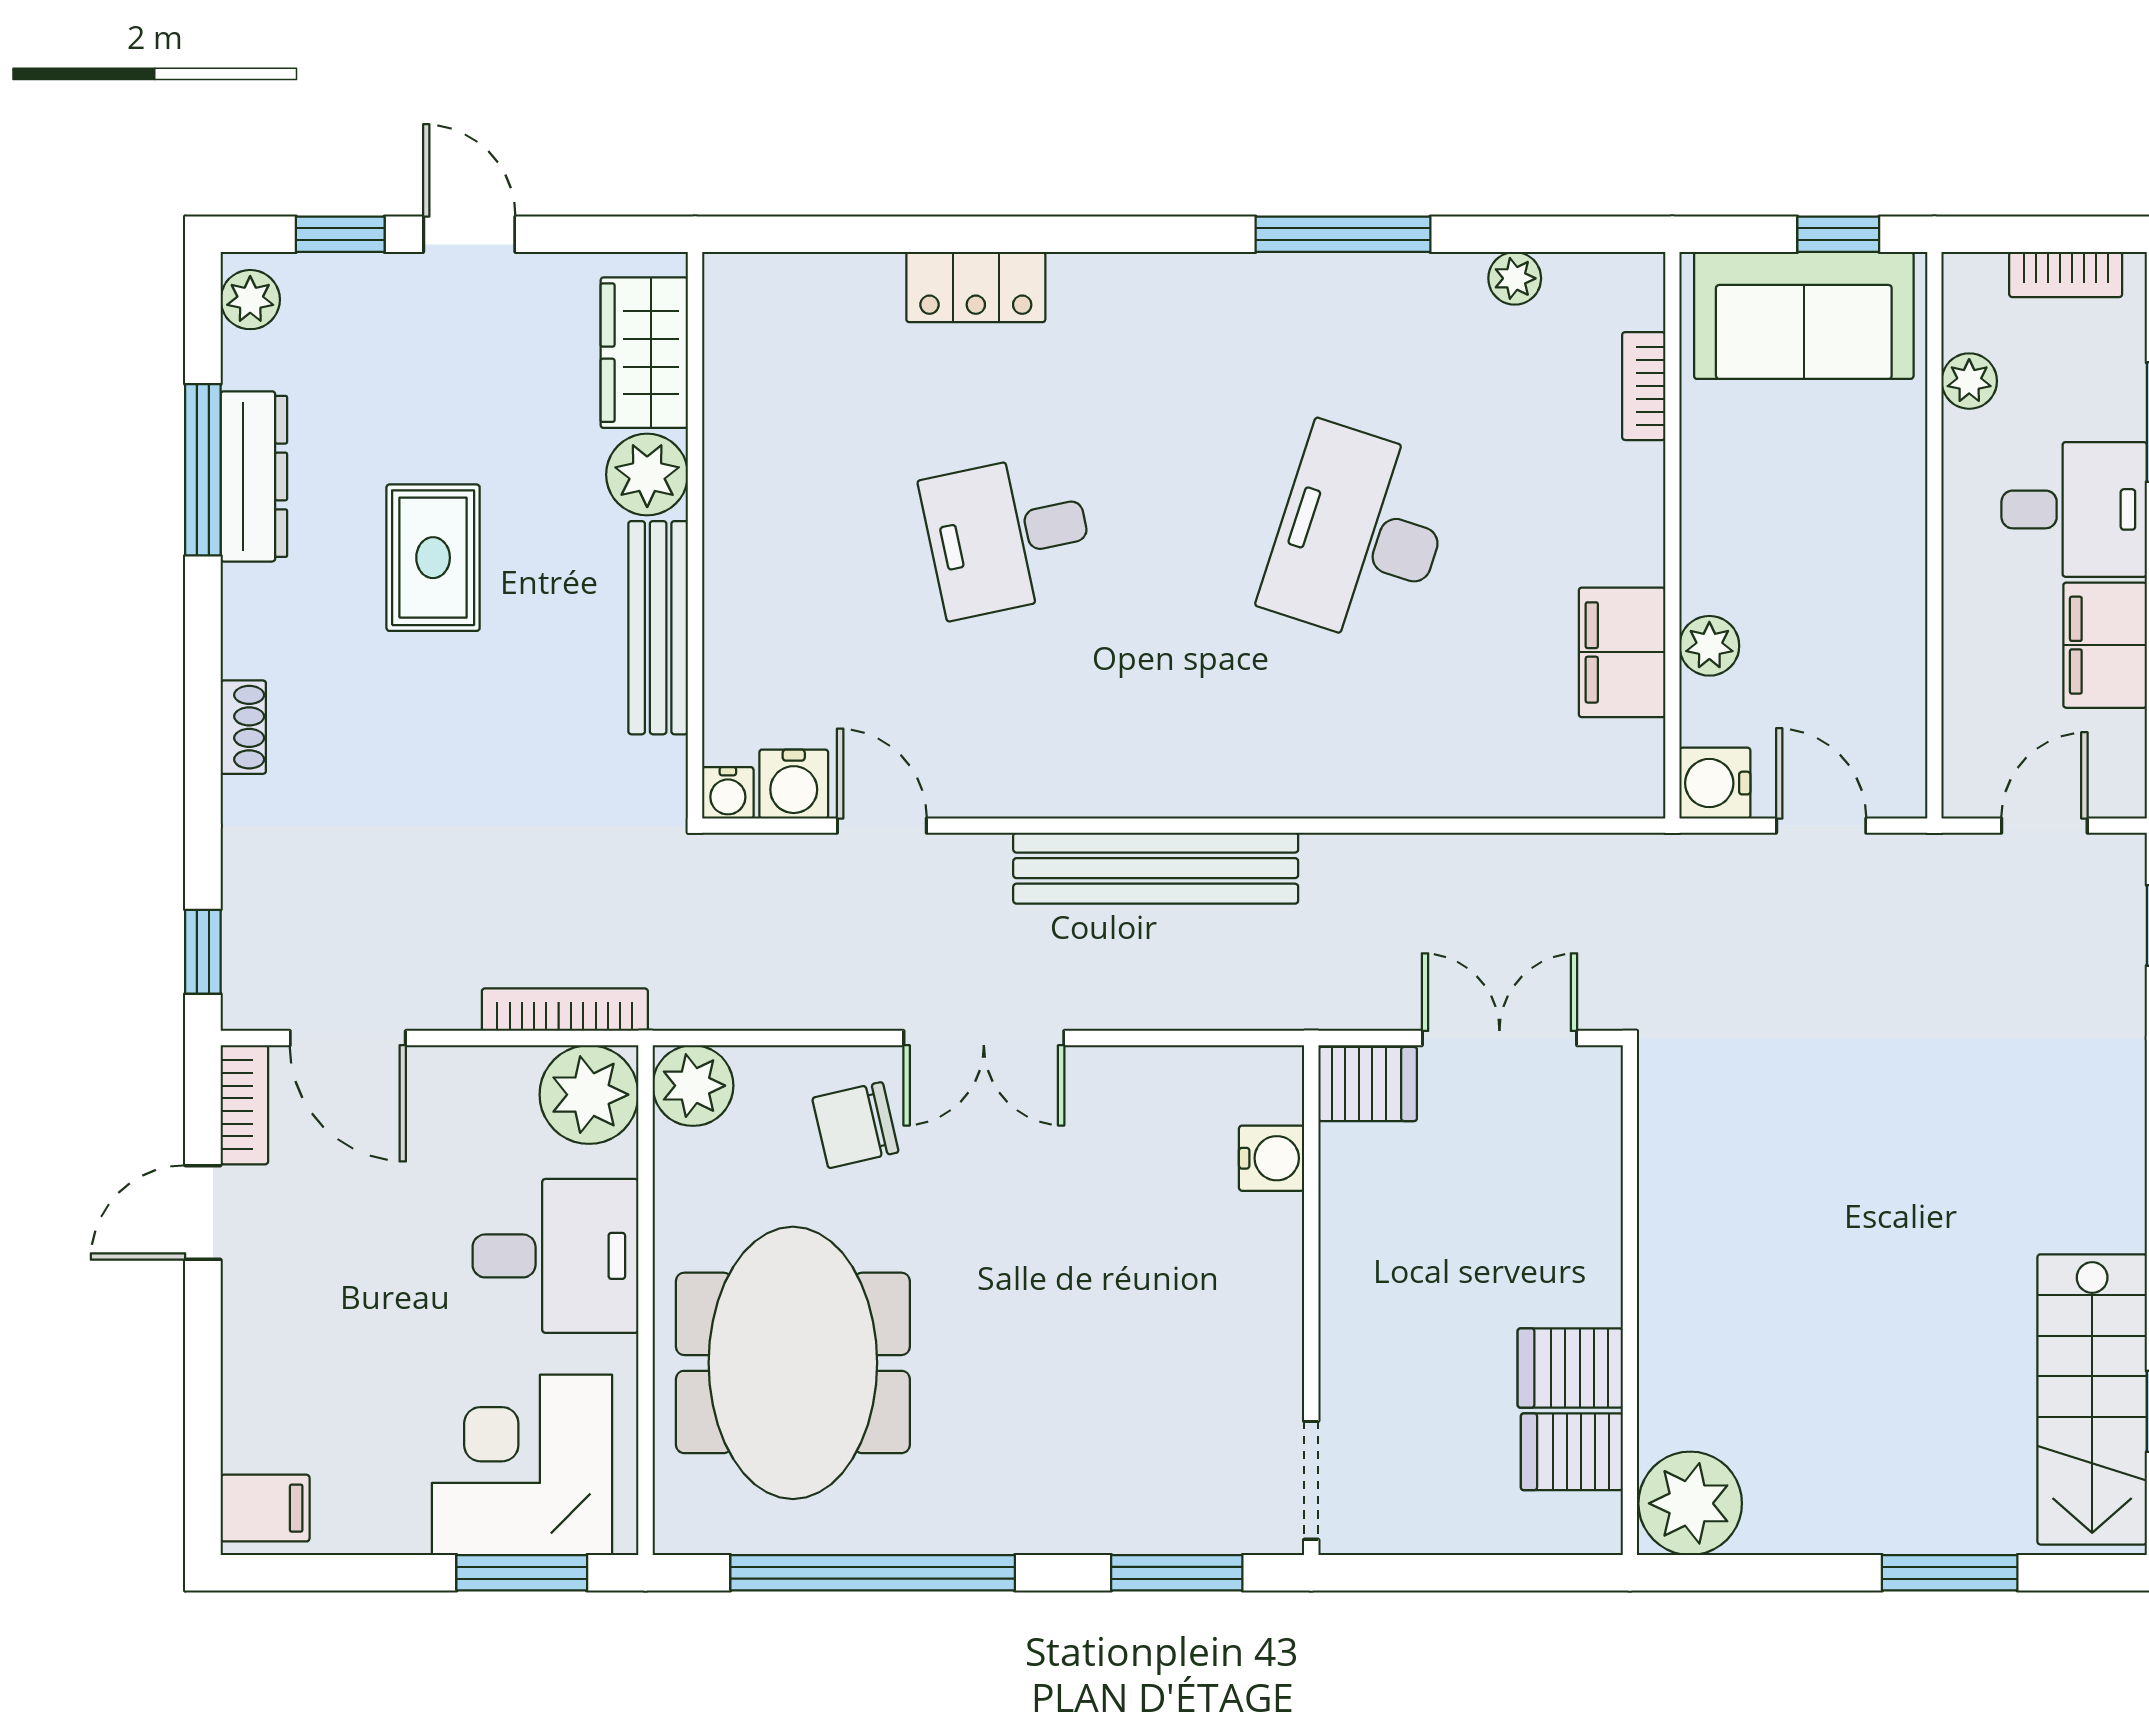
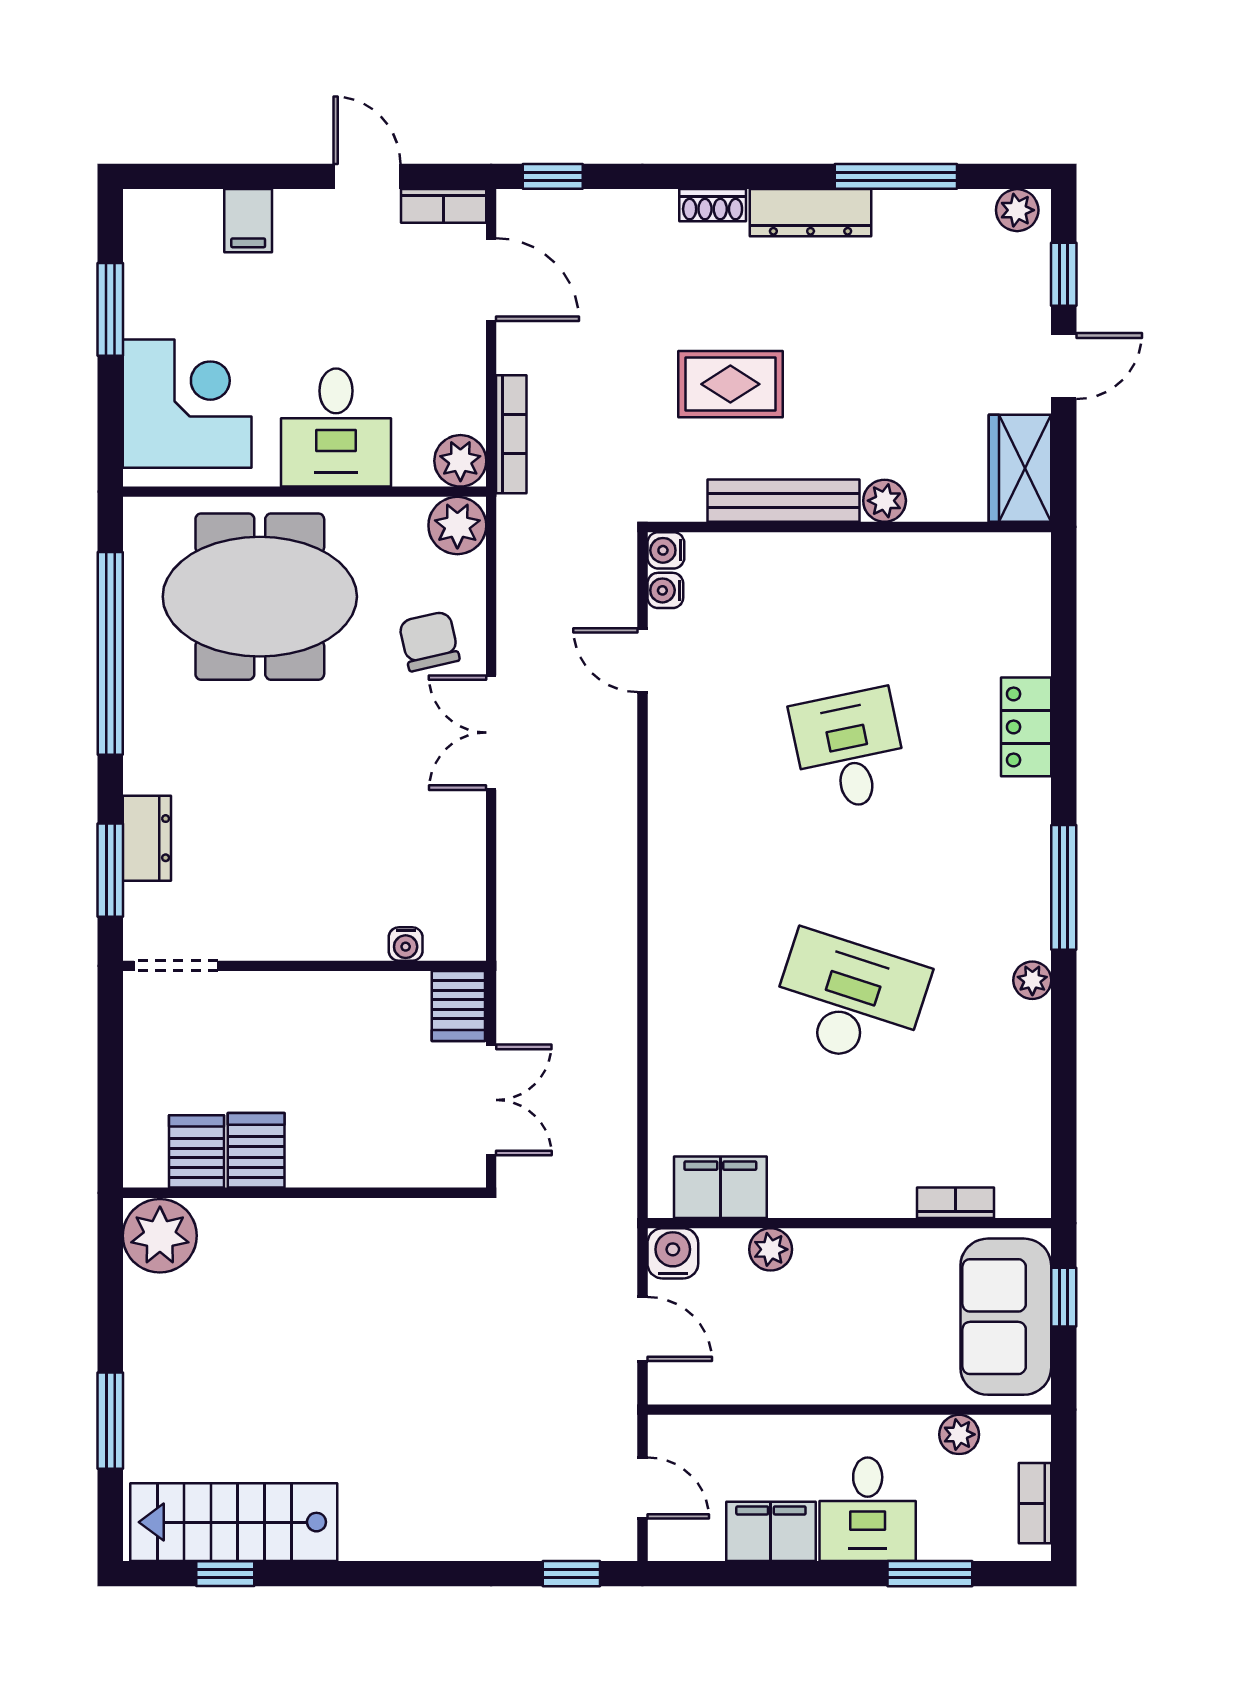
window: (1343, 234) -> (1064, 887), moved
window: (1838, 234) -> (1064, 1297), moved
plant: (1515, 278) -> (1032, 980), moved
wardrobe: (644, 353) -> (1020, 468), moved, turned -90
plant: (647, 475) -> (885, 501), width x0.73, depth x0.73
dresser: (254, 476) -> (811, 213), moved
rug: (433, 558) -> (730, 384), moved
filing cabinet: (1622, 652) -> (720, 1187), moved
water cooler: (794, 784) -> (665, 590), width x0.72, depth x0.72
door: (882, 826) -> (642, 660), swing flipped
door: (1821, 826) -> (642, 1329), hinge flipped
bench: (1156, 868) -> (612, 855), removed
door: (348, 1038) -> (491, 280), swing flipped
plant: (589, 1095) -> (460, 461), width x0.73, depth x0.73
water cooler: (1272, 1158) -> (406, 944), width x0.72, depth x0.72
filing cabinet: (265, 1508) -> (248, 221), moved
dresser: (1132, 1521) -> (147, 838), added
window: (522, 1573) -> (110, 309), moved

